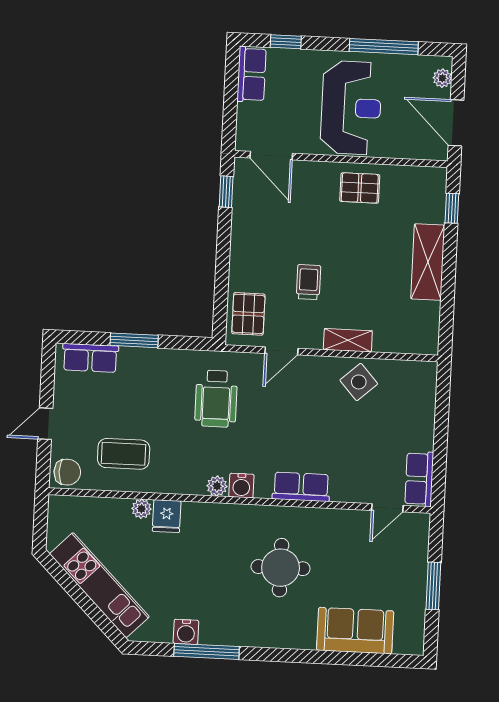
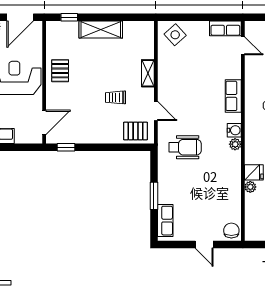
side table: (359, 382) -> (175, 35), moved
coffee table: (124, 454) -> (219, 199), removed

